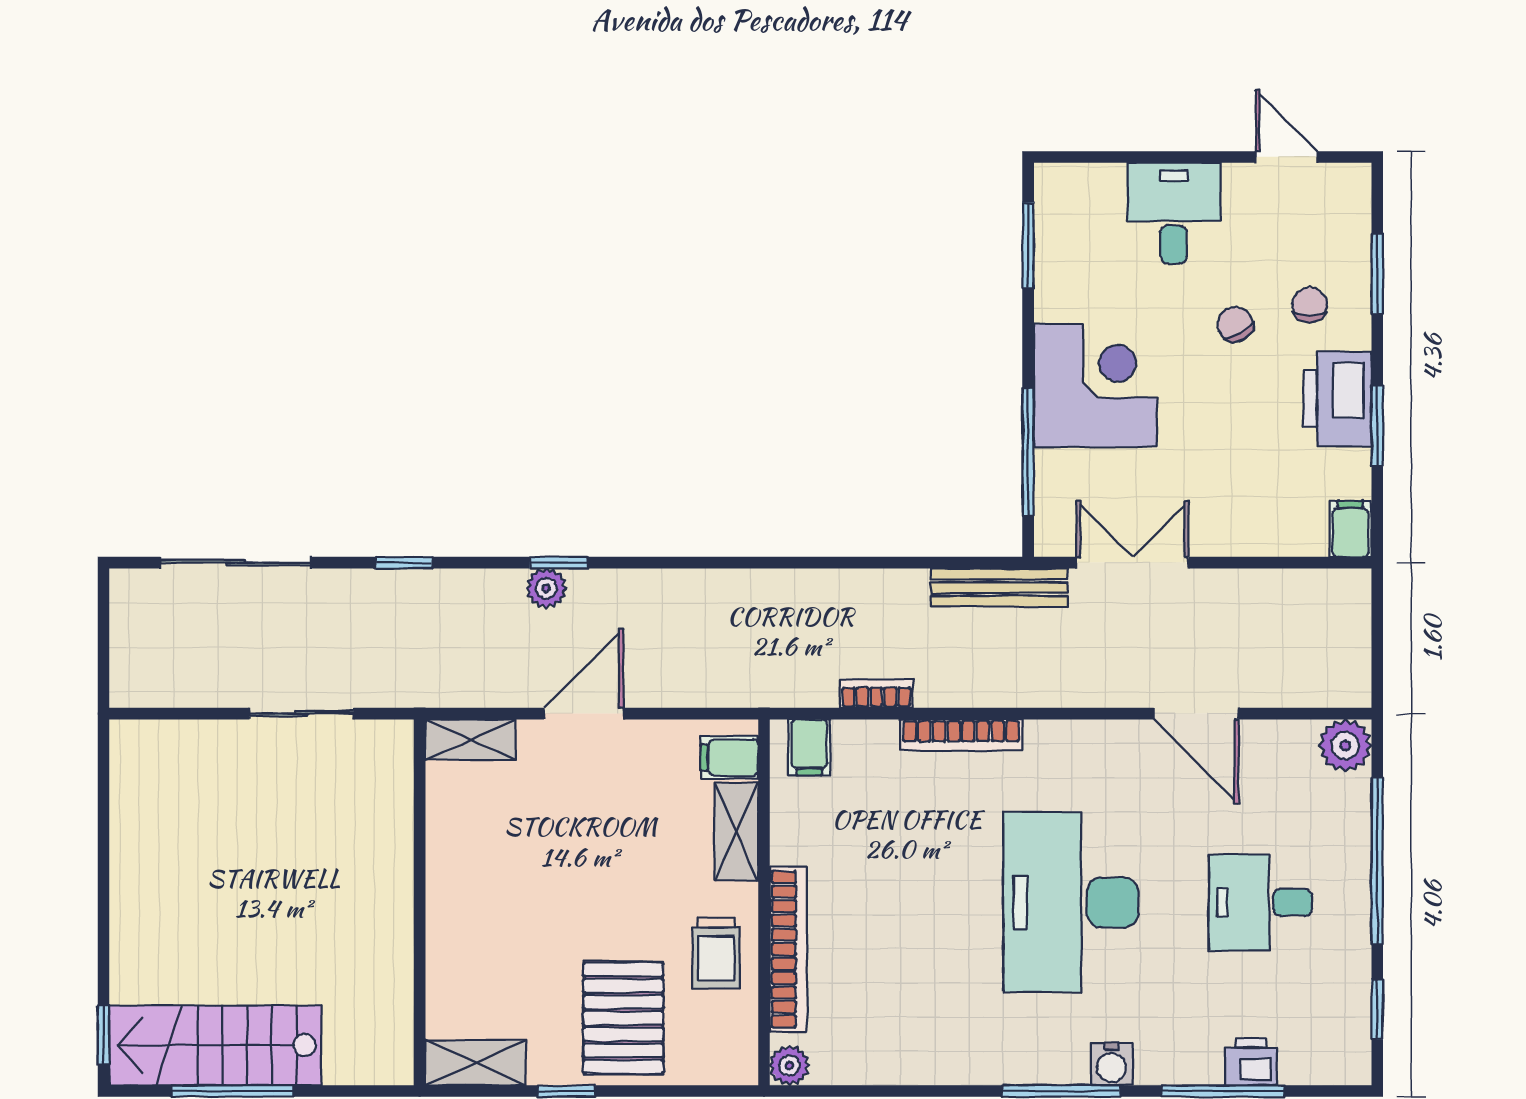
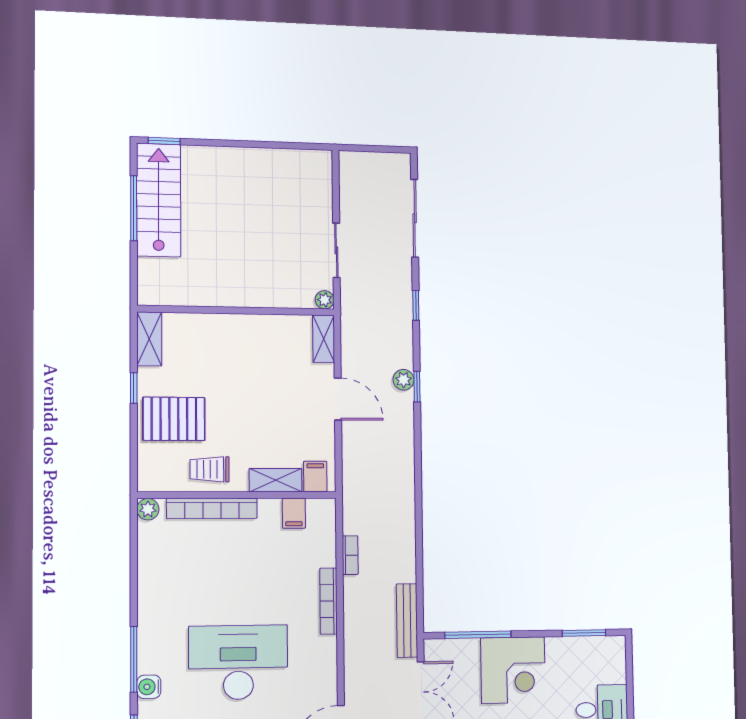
plant: (396, 737) -> (325, 300), added
filing cabinet: (809, 747) -> (294, 513), moved, turned -90

